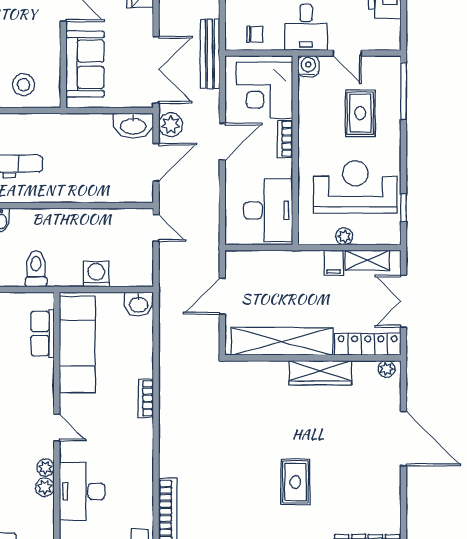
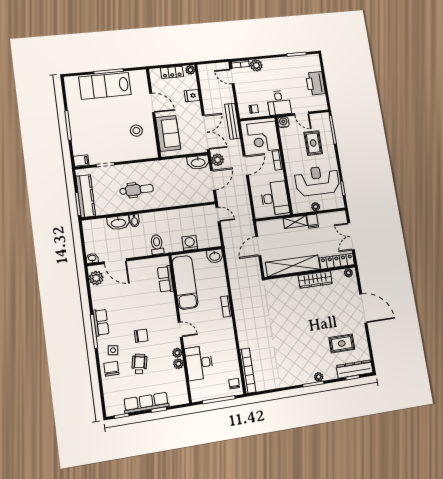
stool: (24, 85) -> (136, 131), moved
shelving: (367, 260) -> (295, 222), moved
rug: (295, 482) -> (342, 343), moved, turned 90

